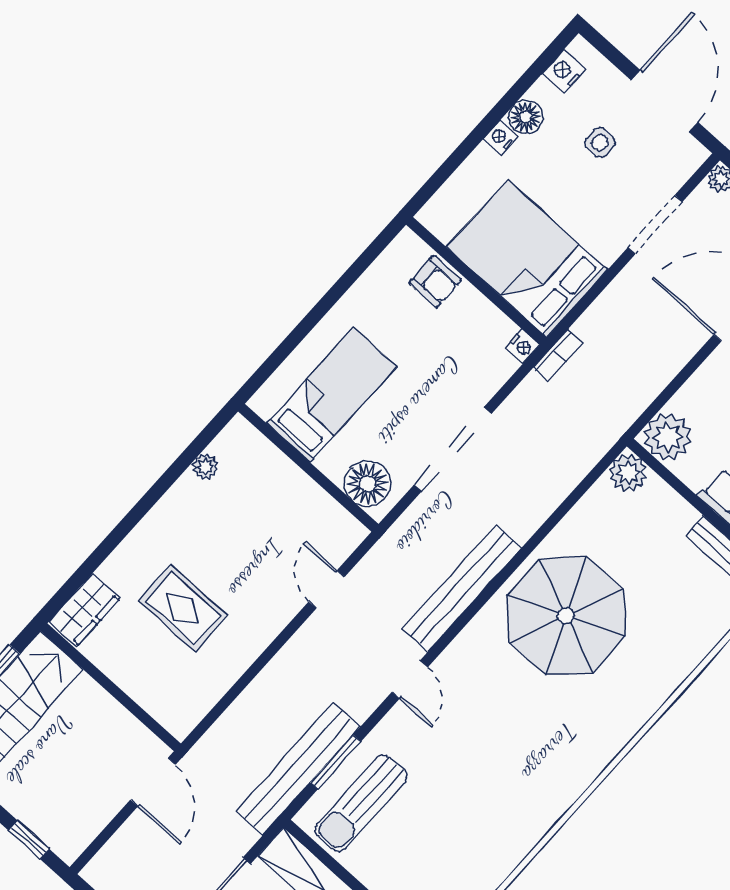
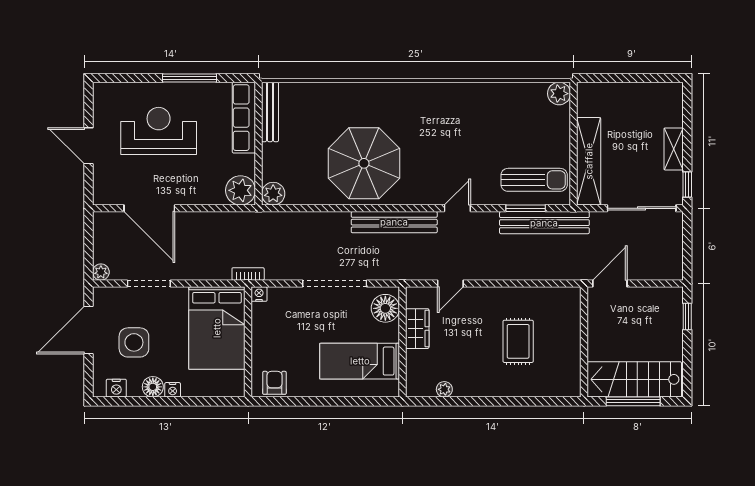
side table: (600, 142) -> (134, 342), width x1.87, depth x1.87
armchair: (435, 282) -> (274, 383), moved
wardrobe: (85, 610) -> (417, 329), moved, turned 90

